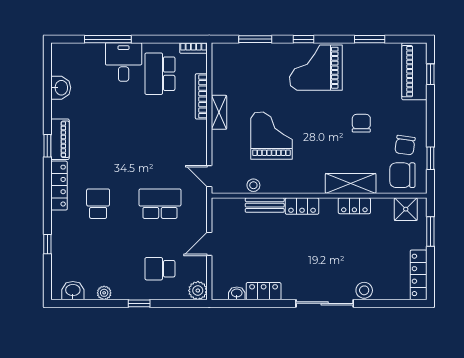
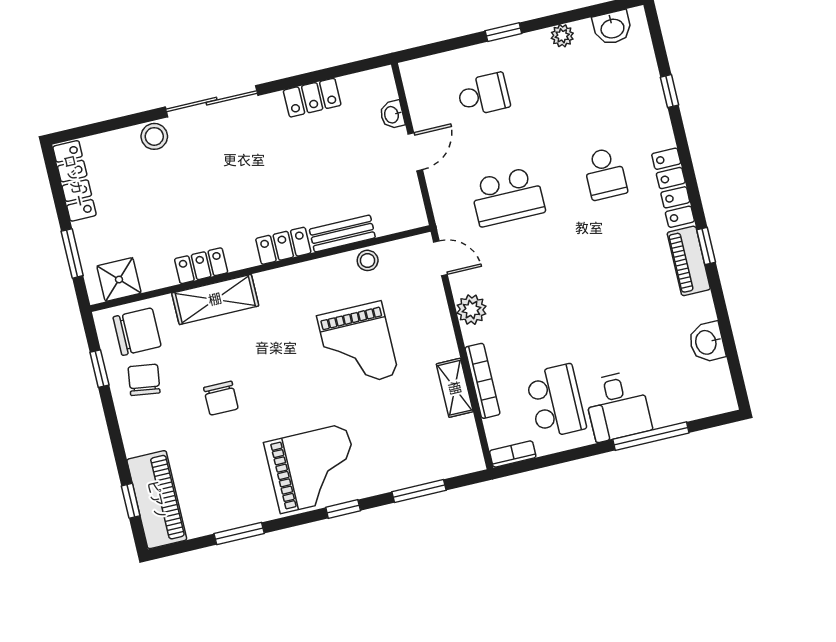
shelving: (219, 112) -> (455, 388), moved
plant: (198, 291) -> (472, 310), moved
washbasin: (237, 293) -> (392, 115), moved, turned 90

